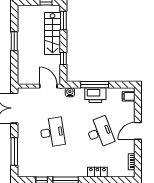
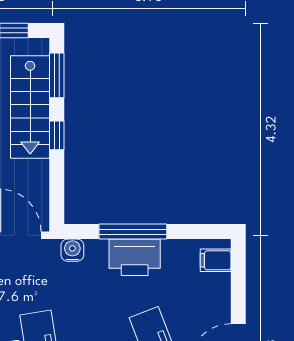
window: (63, 58) -> (57, 135), moved

